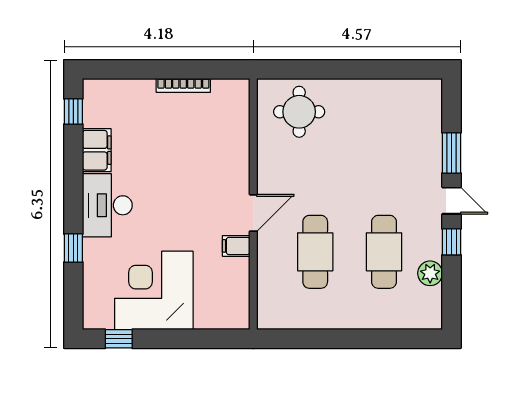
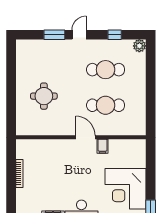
round table: (299, 112) -> (44, 96), moved
window: (451, 242) -> (115, 35), moved
plant: (430, 273) -> (139, 46), moved

